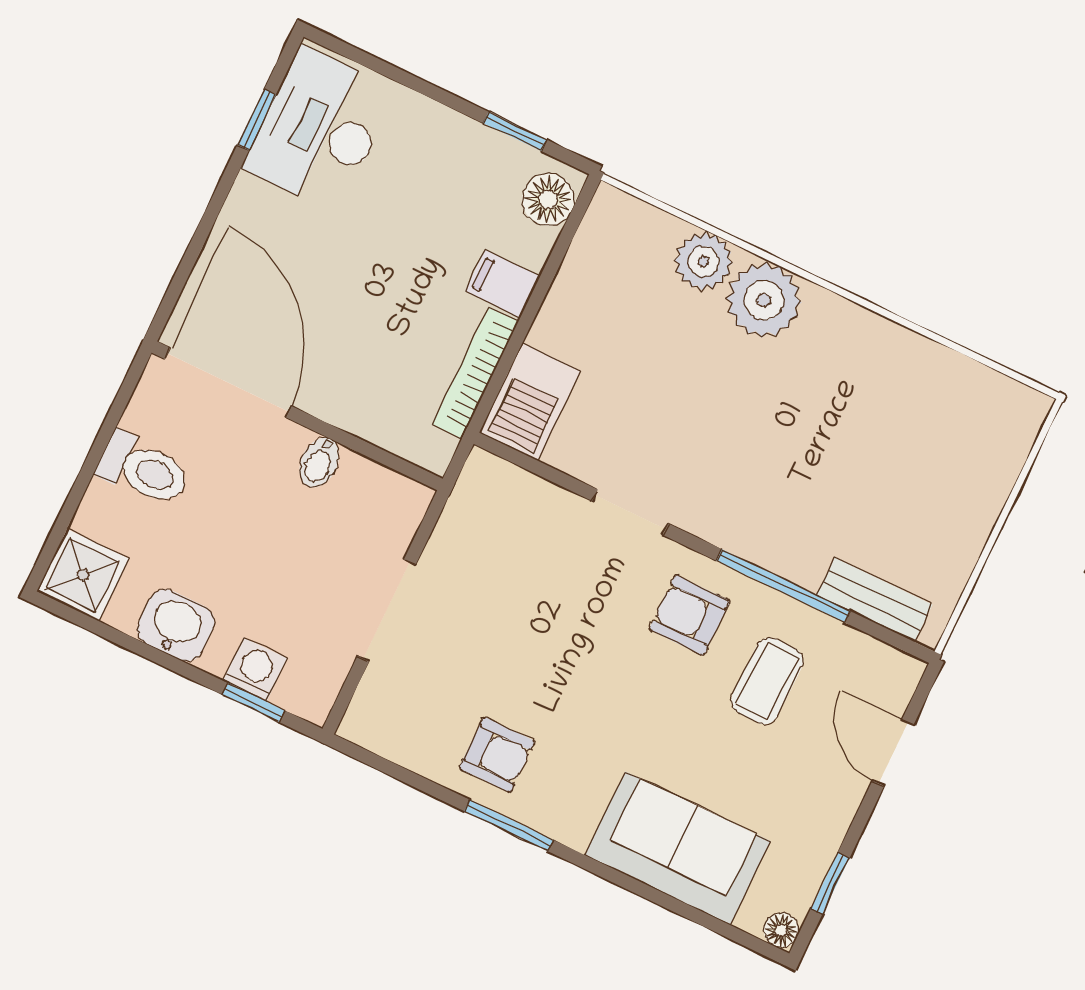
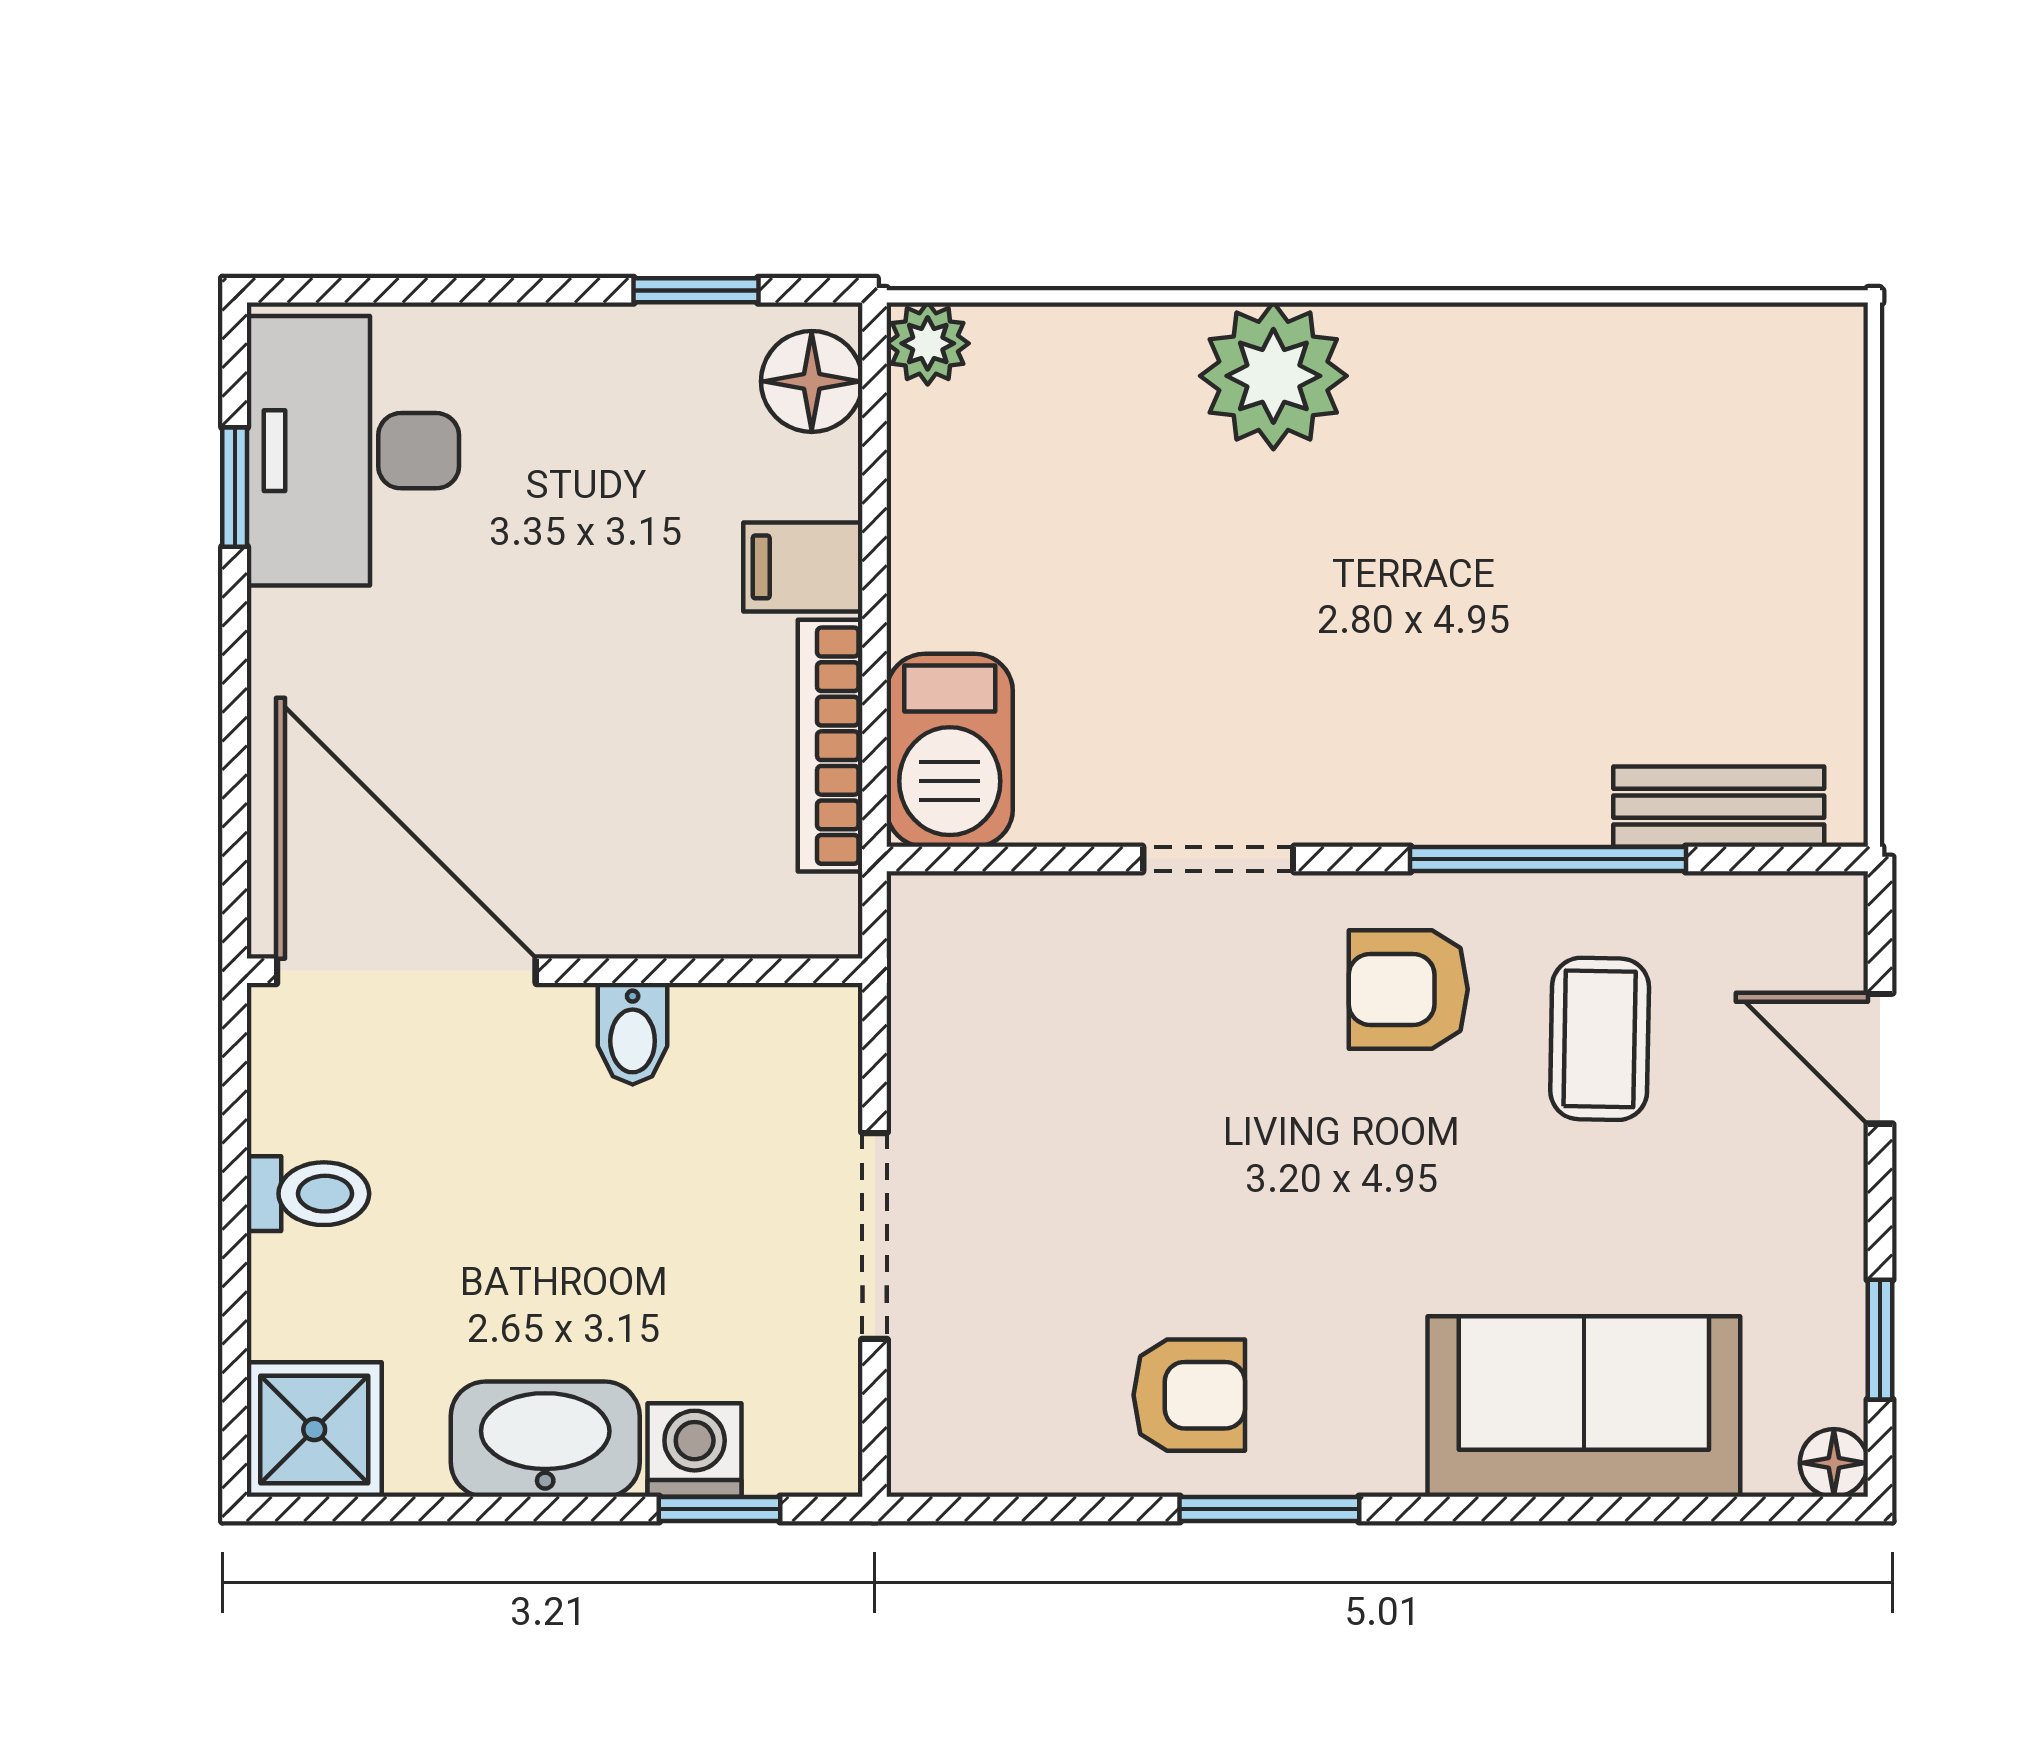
plant: (704, 261) -> (928, 343), moved, width x0.73, depth x0.73
toilet: (144, 469) -> (308, 1194), width x0.73, depth x0.72
washbasin: (176, 625) -> (545, 1439), width x1.38

